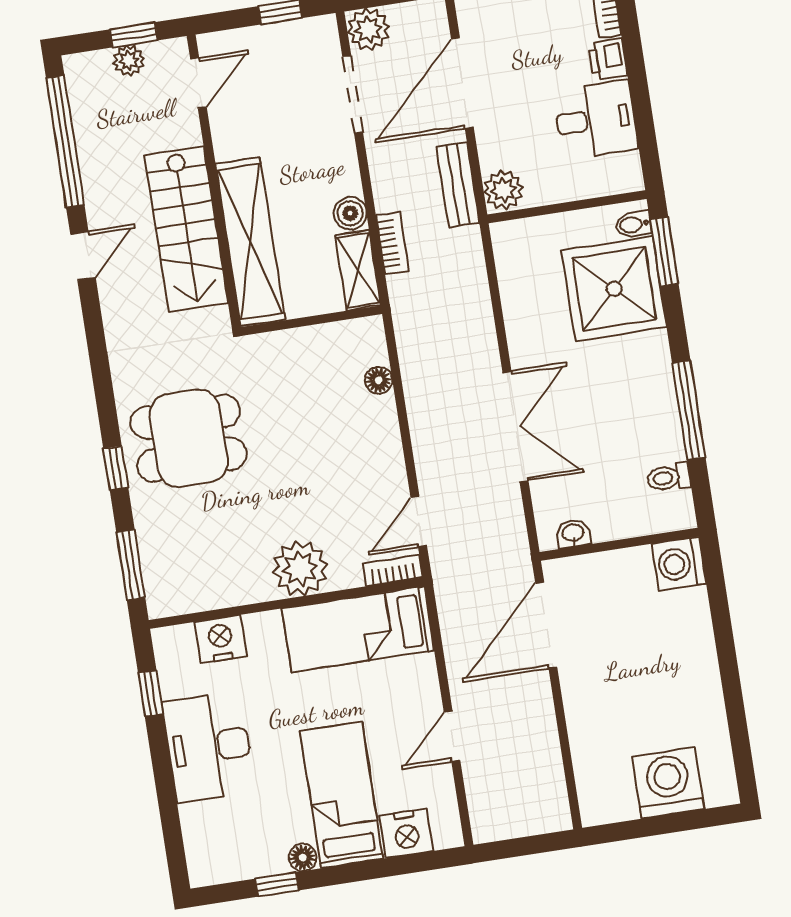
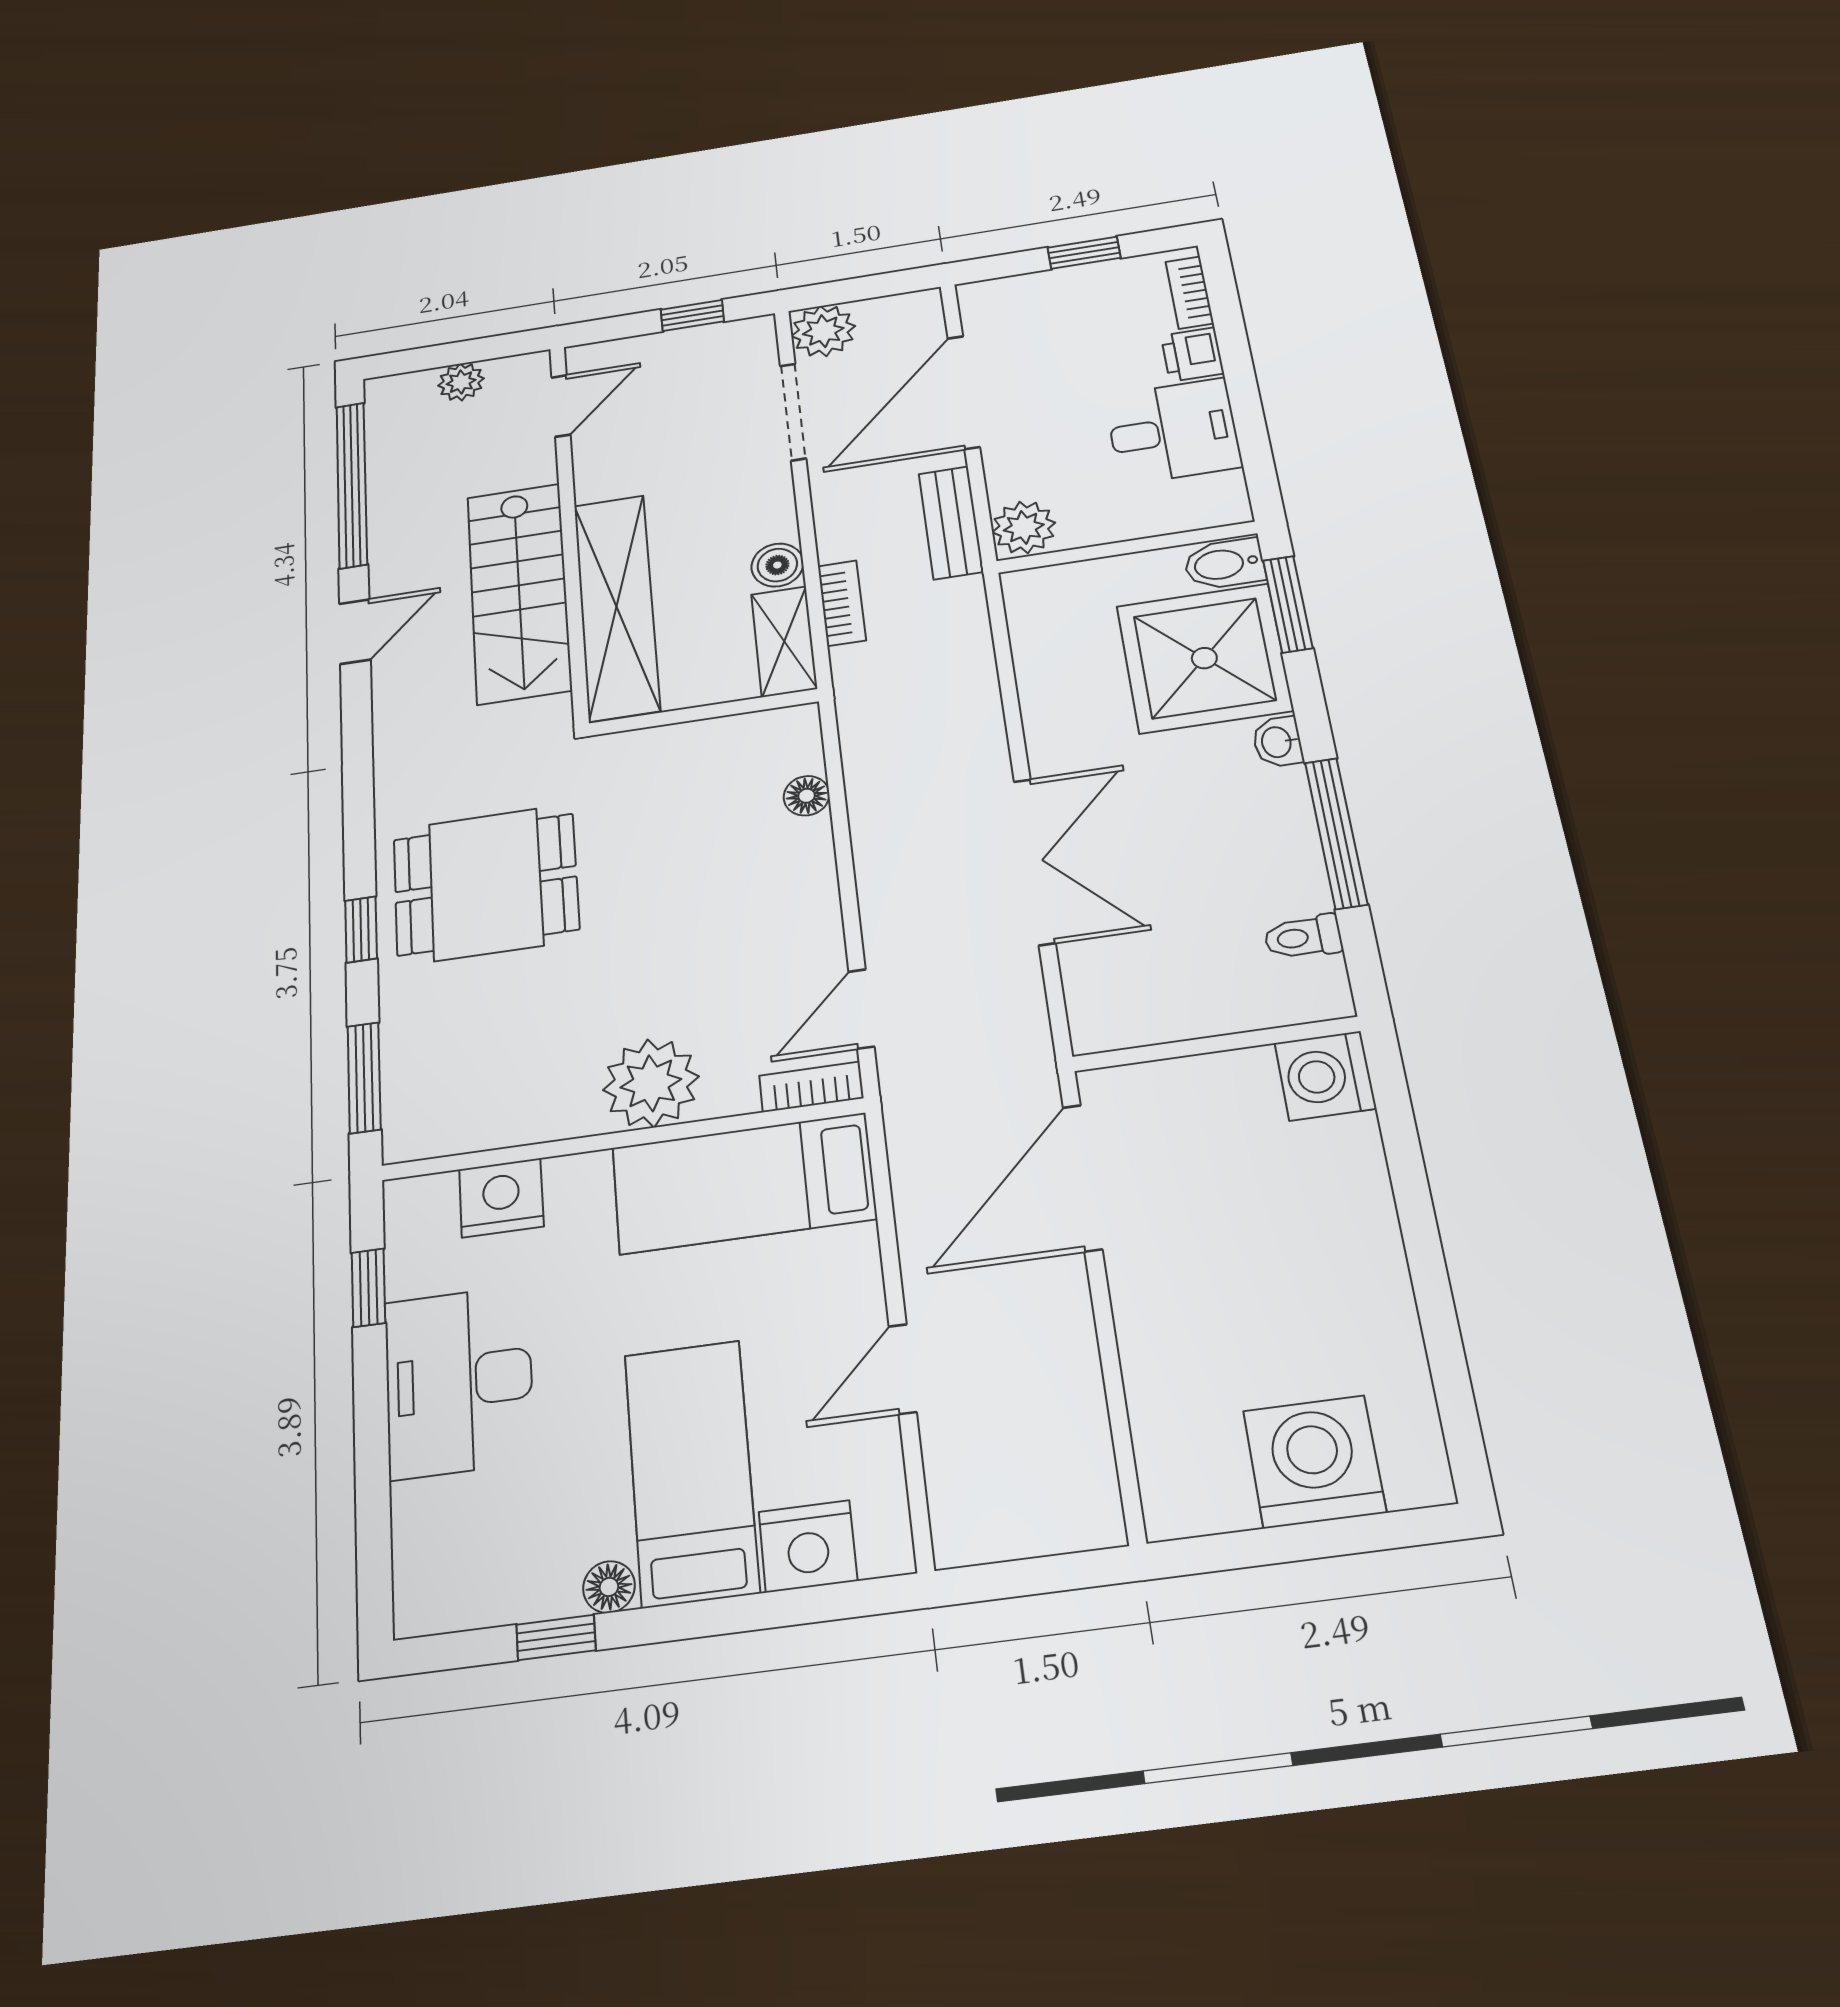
window: (134, 35) -> (473, 351), removed
bidet: (633, 224) -> (1224, 564), width x1.38, depth x1.36
washbasin: (573, 534) -> (1278, 742), moved, turned -90

